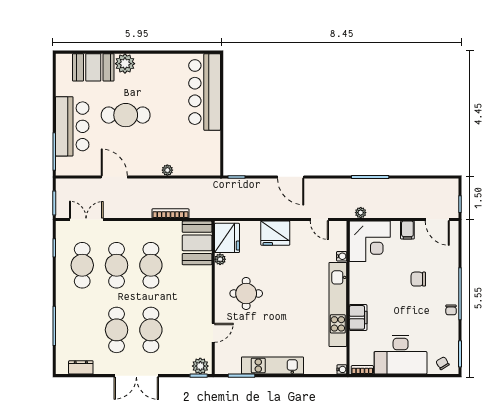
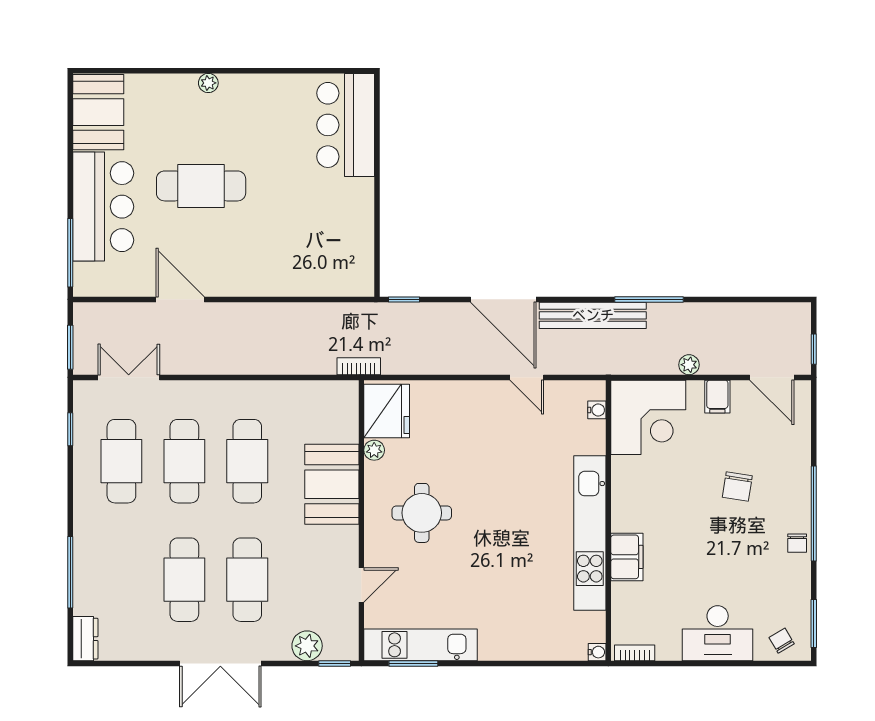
plant: (125, 64) -> (208, 83), width x0.53, depth x0.53
booth: (93, 67) -> (98, 112), moved, turned 90
bar counter: (205, 92) -> (346, 125), width x0.73
plant: (167, 170) -> (277, 287), removed
door: (291, 177) -> (503, 299), width x1.36
bench: (339, 186) -> (593, 315), added
bookcase: (170, 213) -> (359, 366), moved, width x0.64
plant: (361, 213) -> (689, 365), moved
door: (319, 220) -> (527, 377), moved
fridge: (275, 233) -> (475, 402), removed
booth: (197, 243) -> (332, 484), moved
water cooler: (342, 256) -> (597, 410), moved
chair: (418, 279) -> (737, 487), turned -81
desk: (401, 355) -> (718, 633), width x0.73, depth x0.77
kitchen unit: (272, 365) -> (421, 645), moved
plant: (200, 366) -> (307, 646), moved
dresser: (81, 367) -> (85, 639), moved, turned 90

